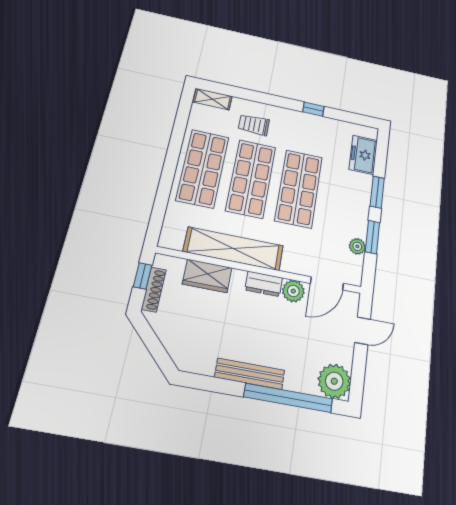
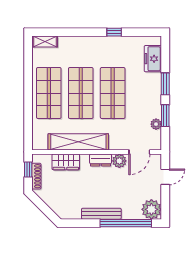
trolley: (254, 125) -> (76, 54), removed

